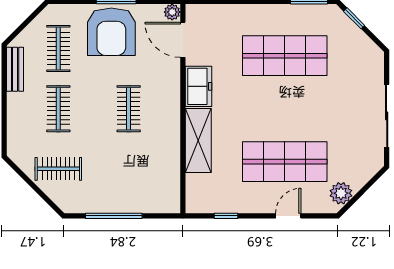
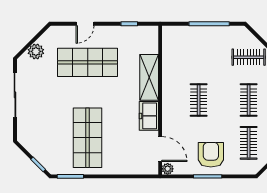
armchair: (111, 32) -> (211, 155), width x0.73, depth x0.73
shop shelf: (285, 56) -> (88, 138), turned 90
plant: (341, 193) -> (36, 51), moved

